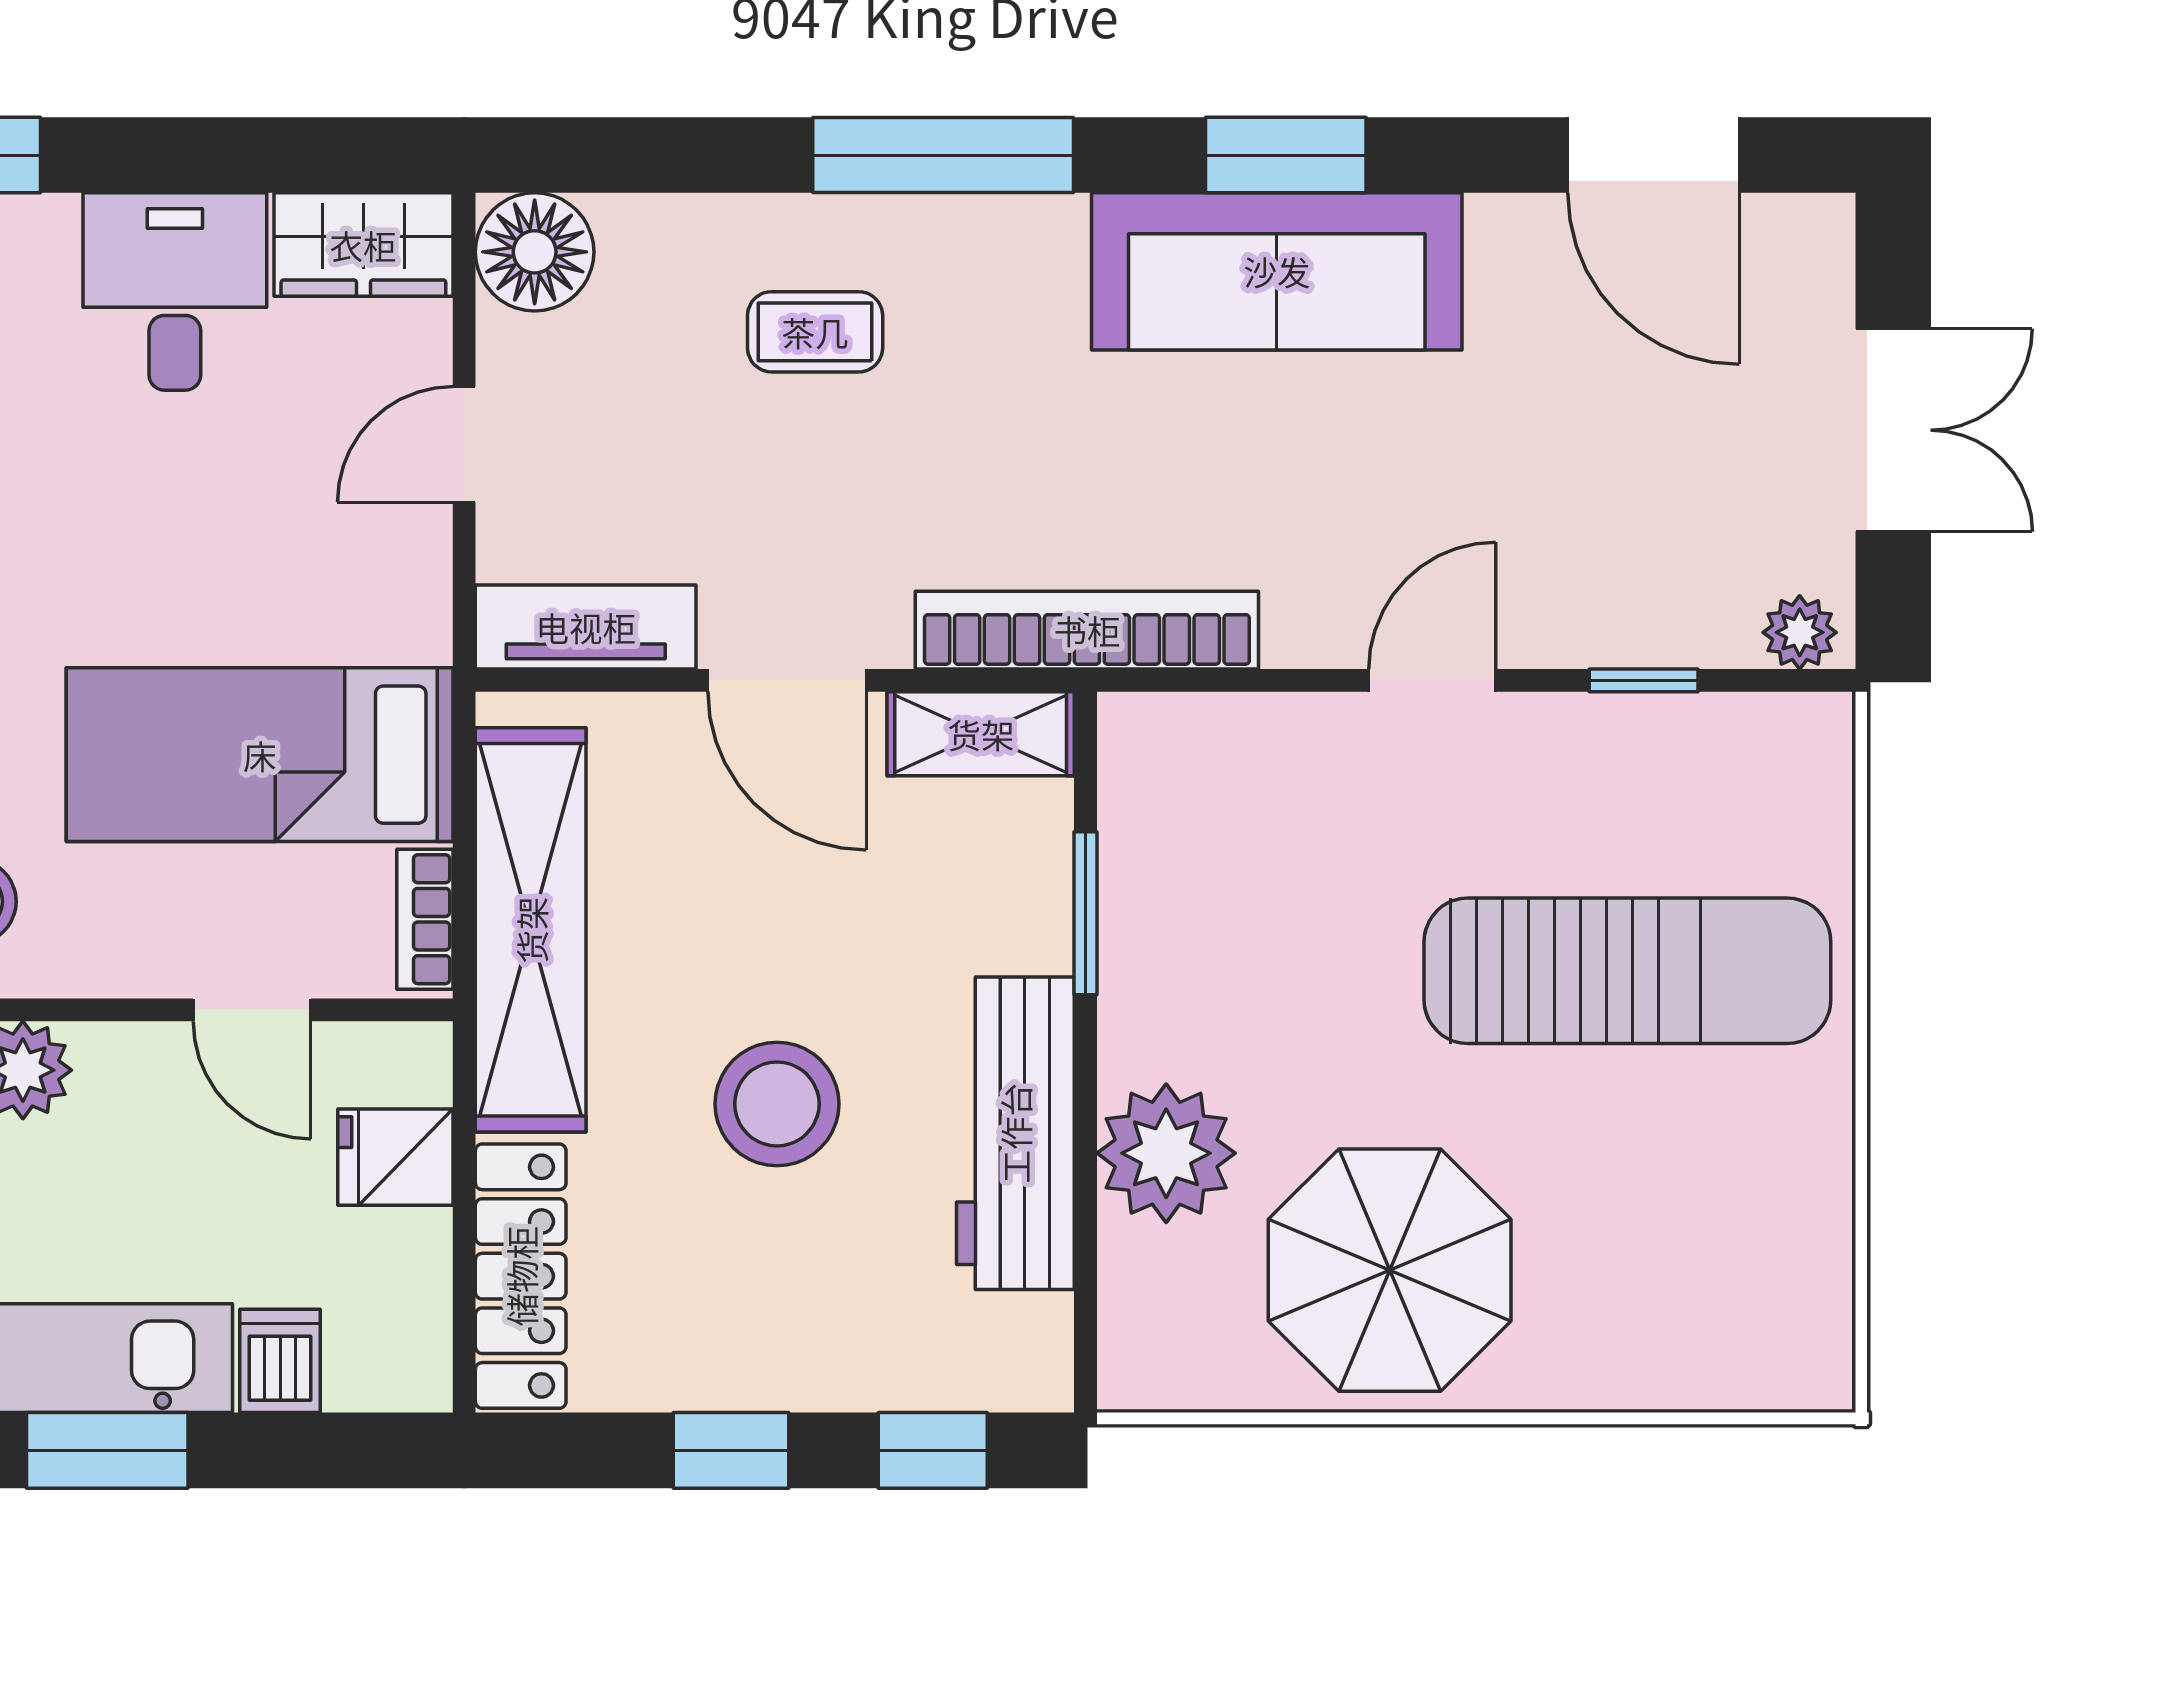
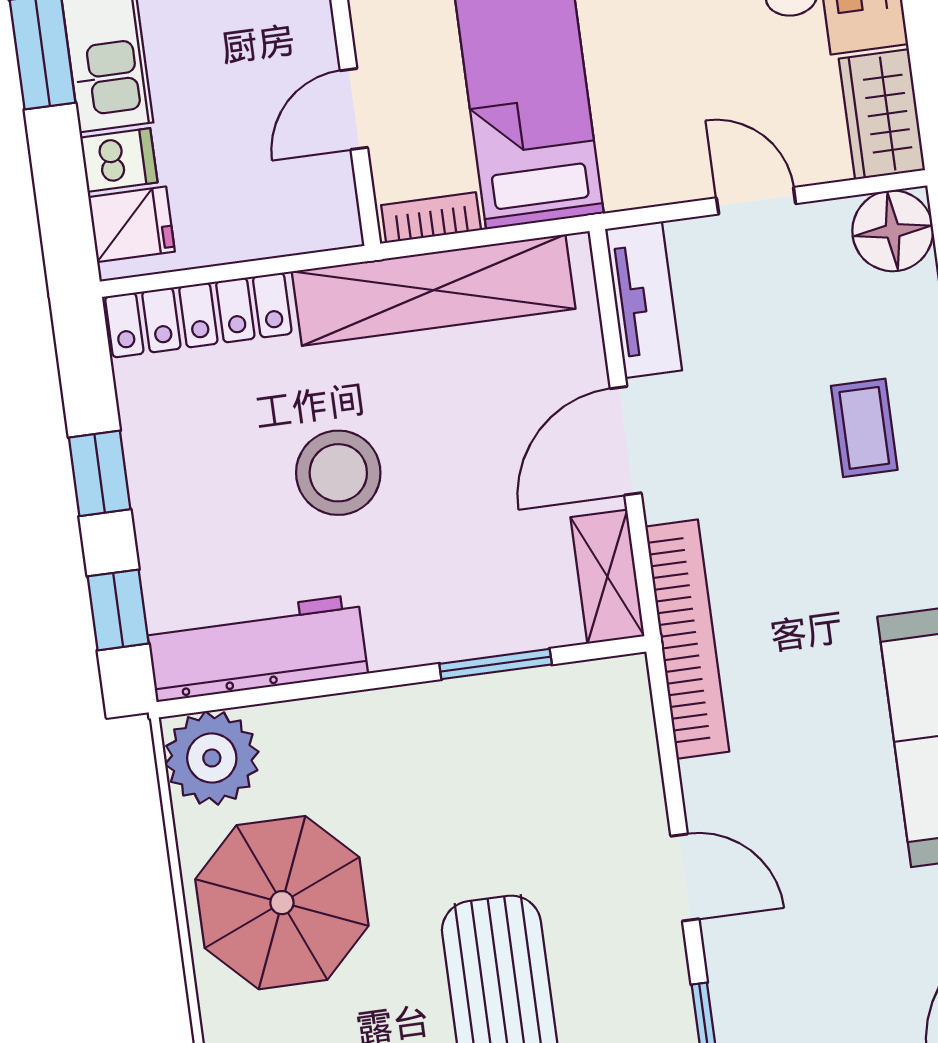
workbench: (1015, 1133) -> (257, 648), moved
plant: (1166, 1153) -> (212, 758), moved
fridge: (395, 1157) -> (132, 224), moved, turned 90

